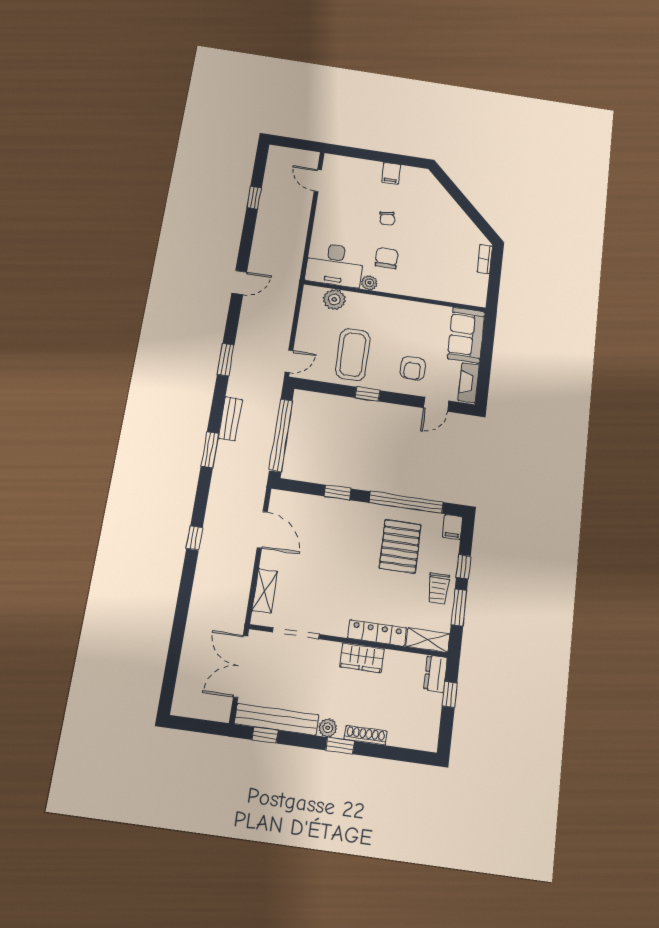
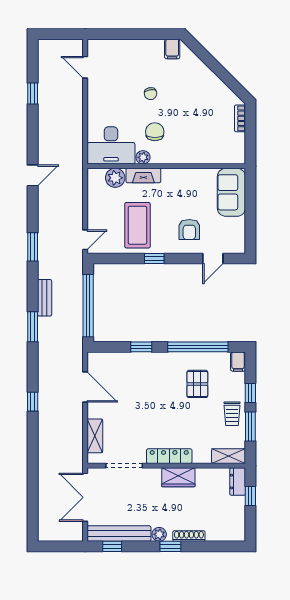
filing cabinet: (391, 173) -> (172, 49), moved
fireplace: (469, 383) -> (143, 176), moved, turned -90
pallet: (400, 546) -> (197, 384), width x0.67, depth x0.71
locker: (377, 633) -> (169, 456), moved

